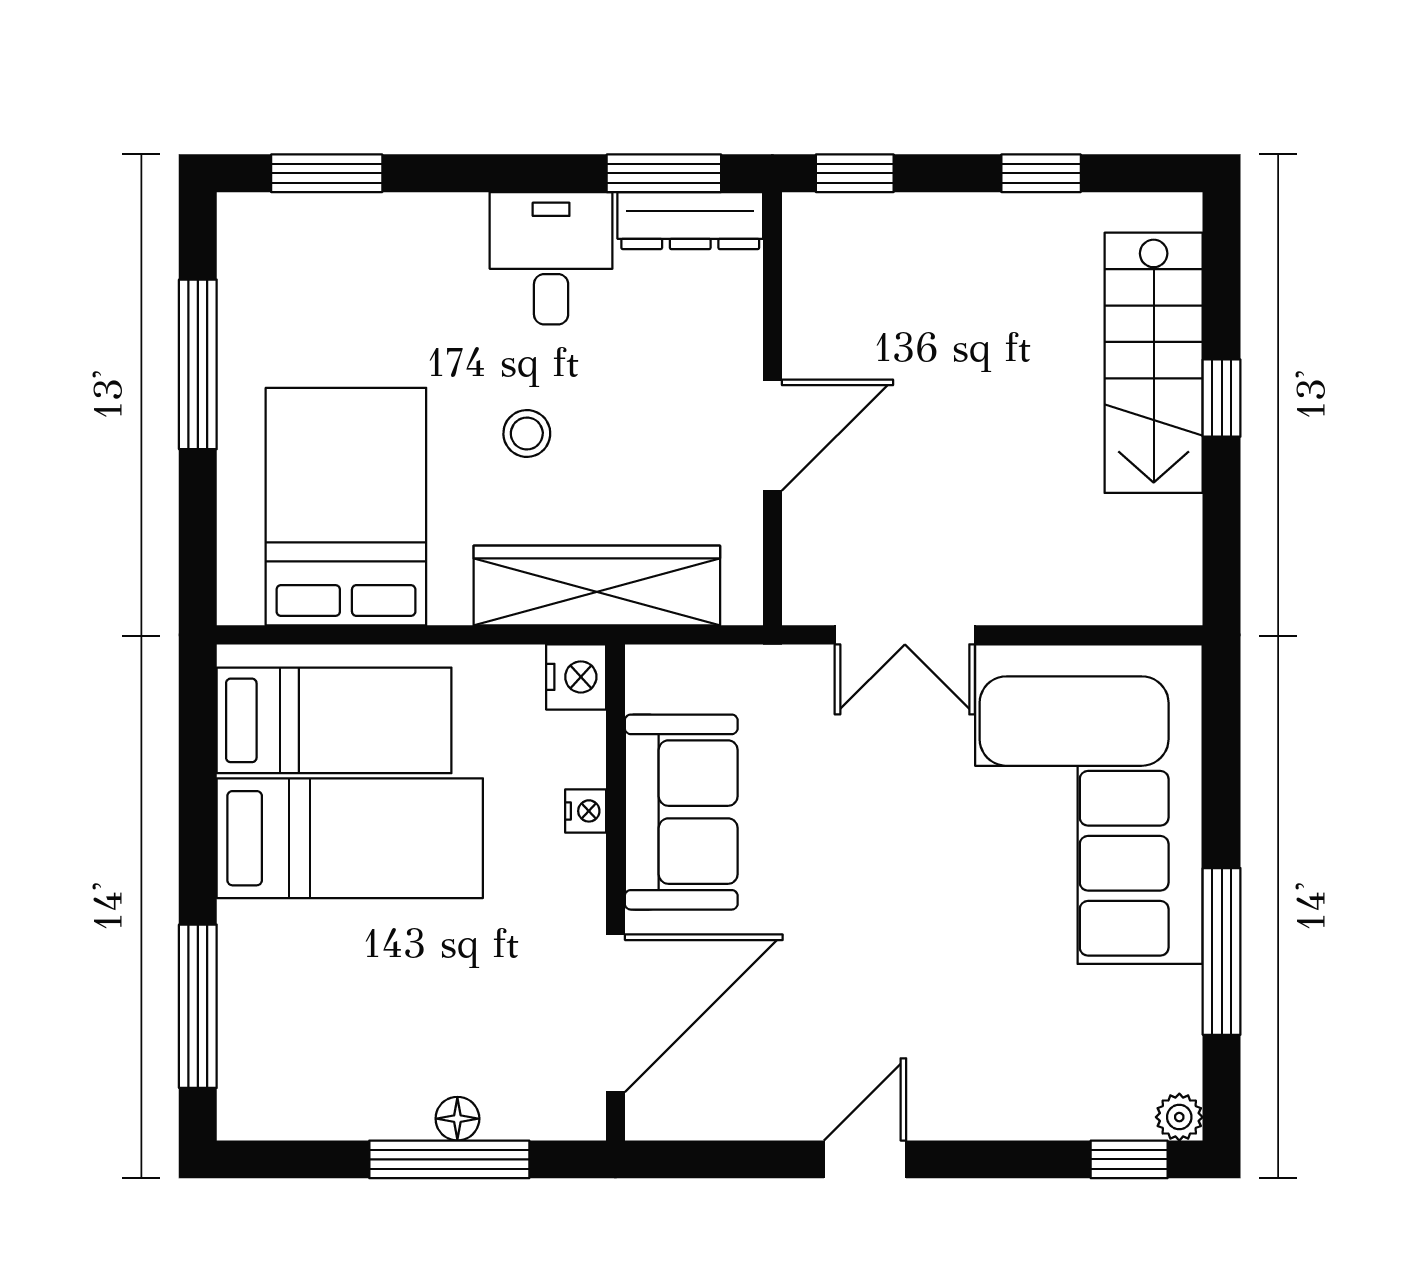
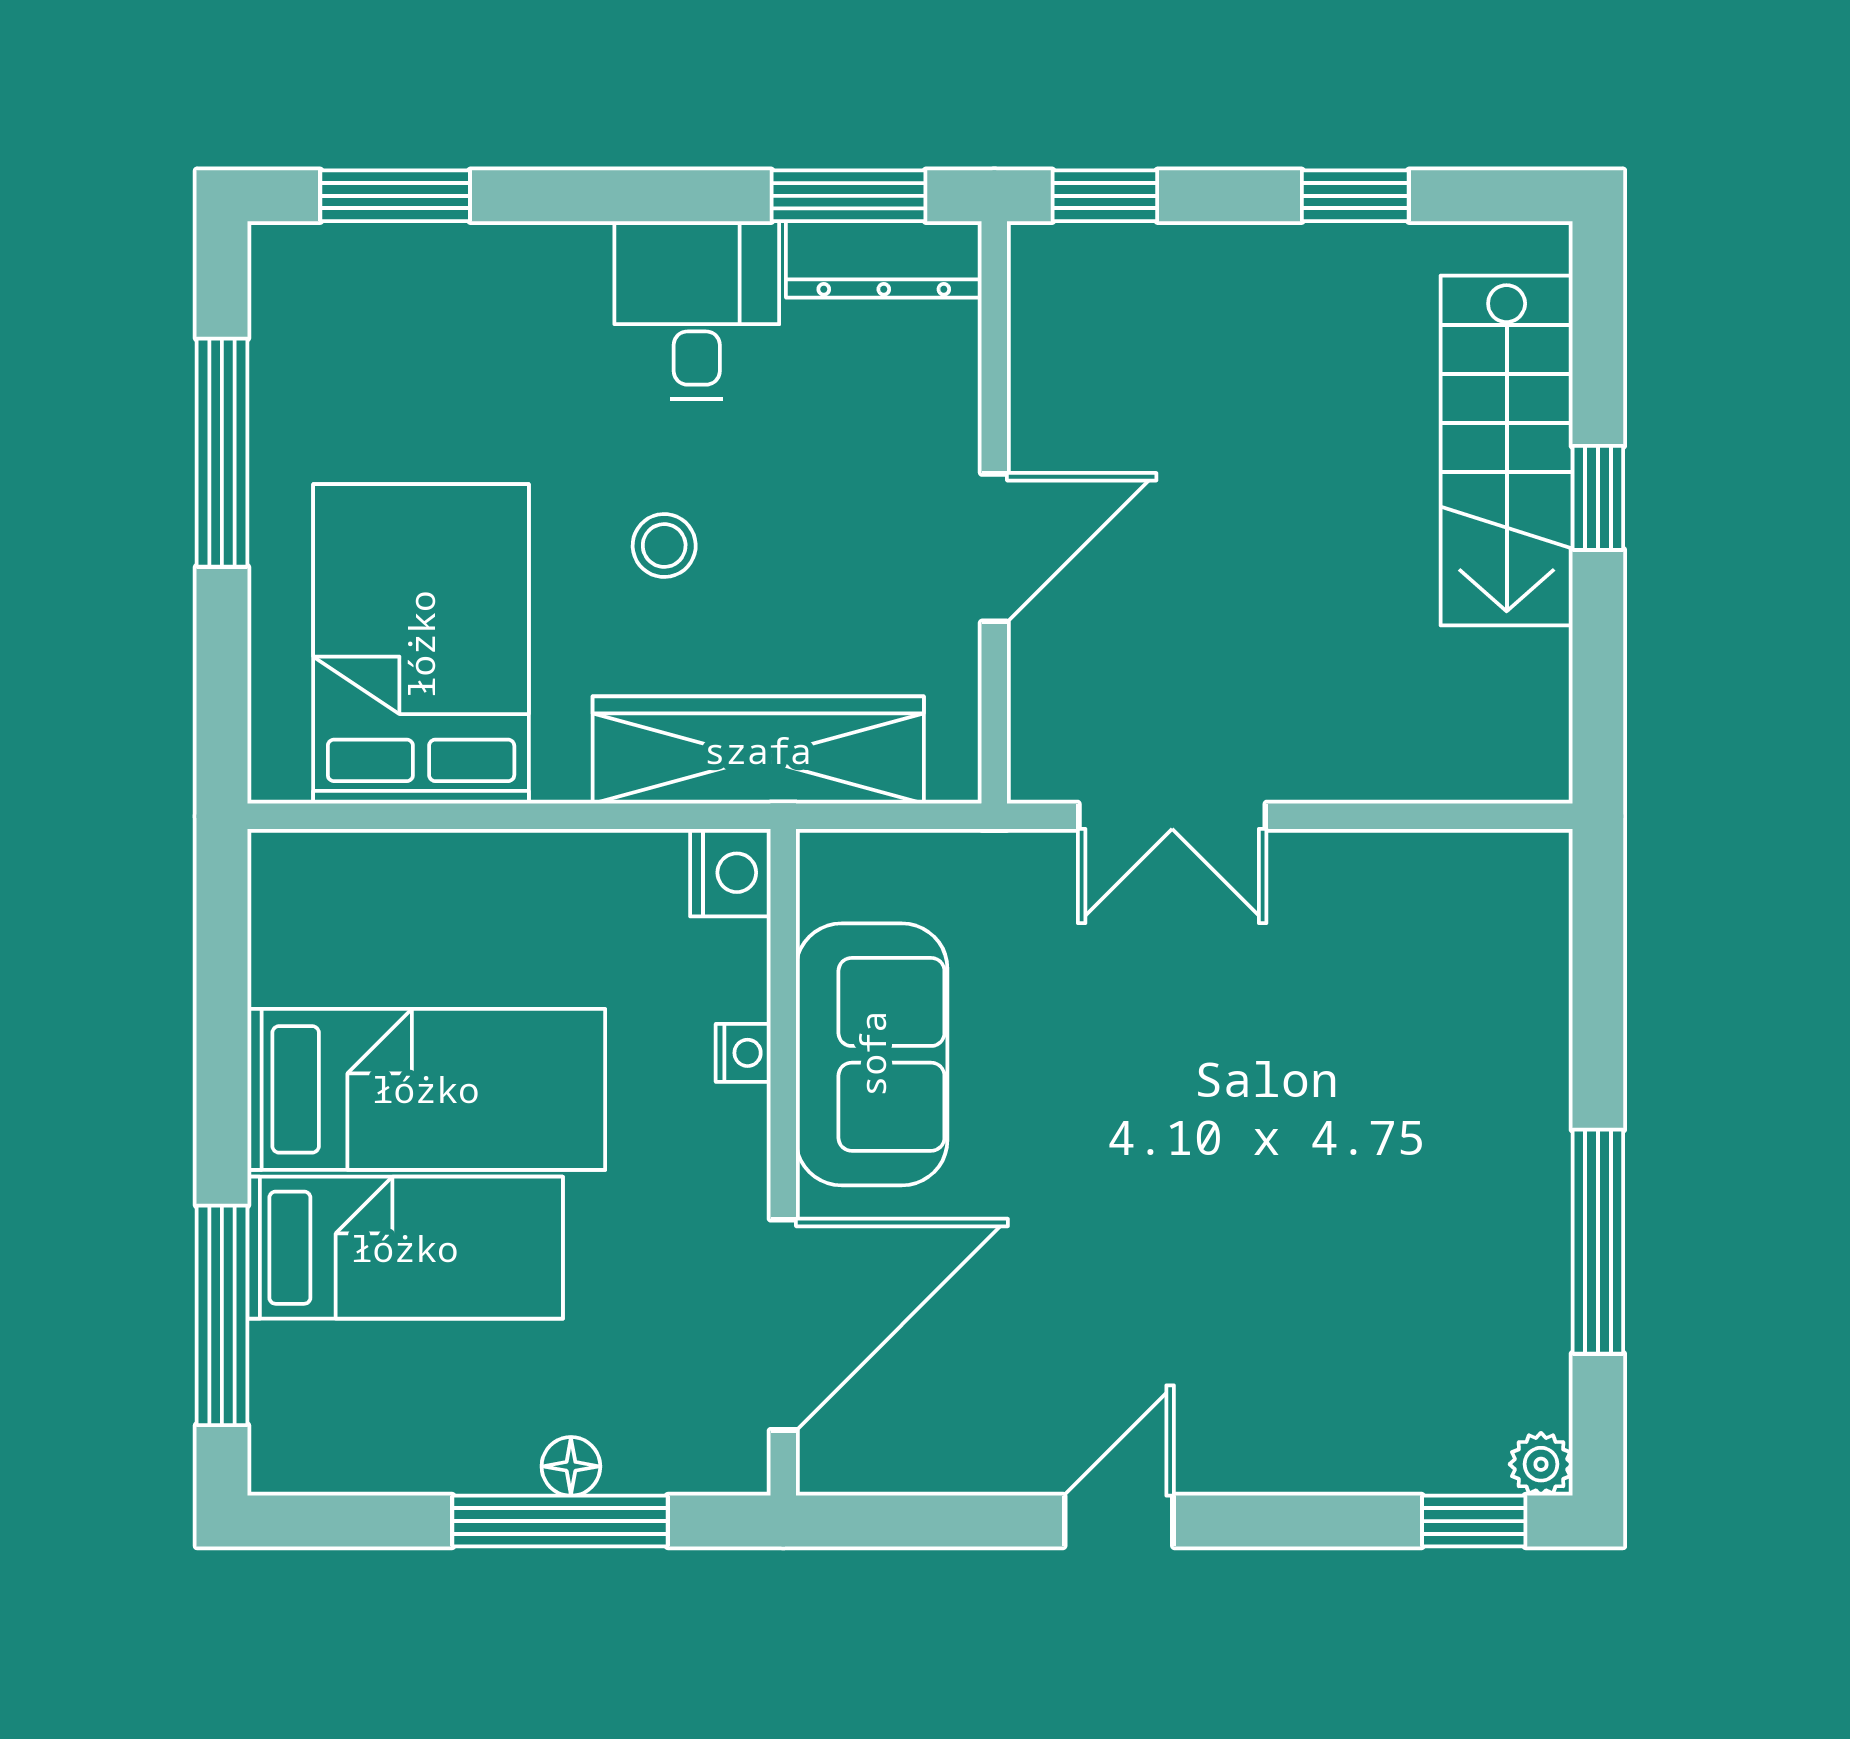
bed: (334, 720) -> (405, 1248), moved
corner sofa: (1089, 804) -> (1420, 1044), removed

